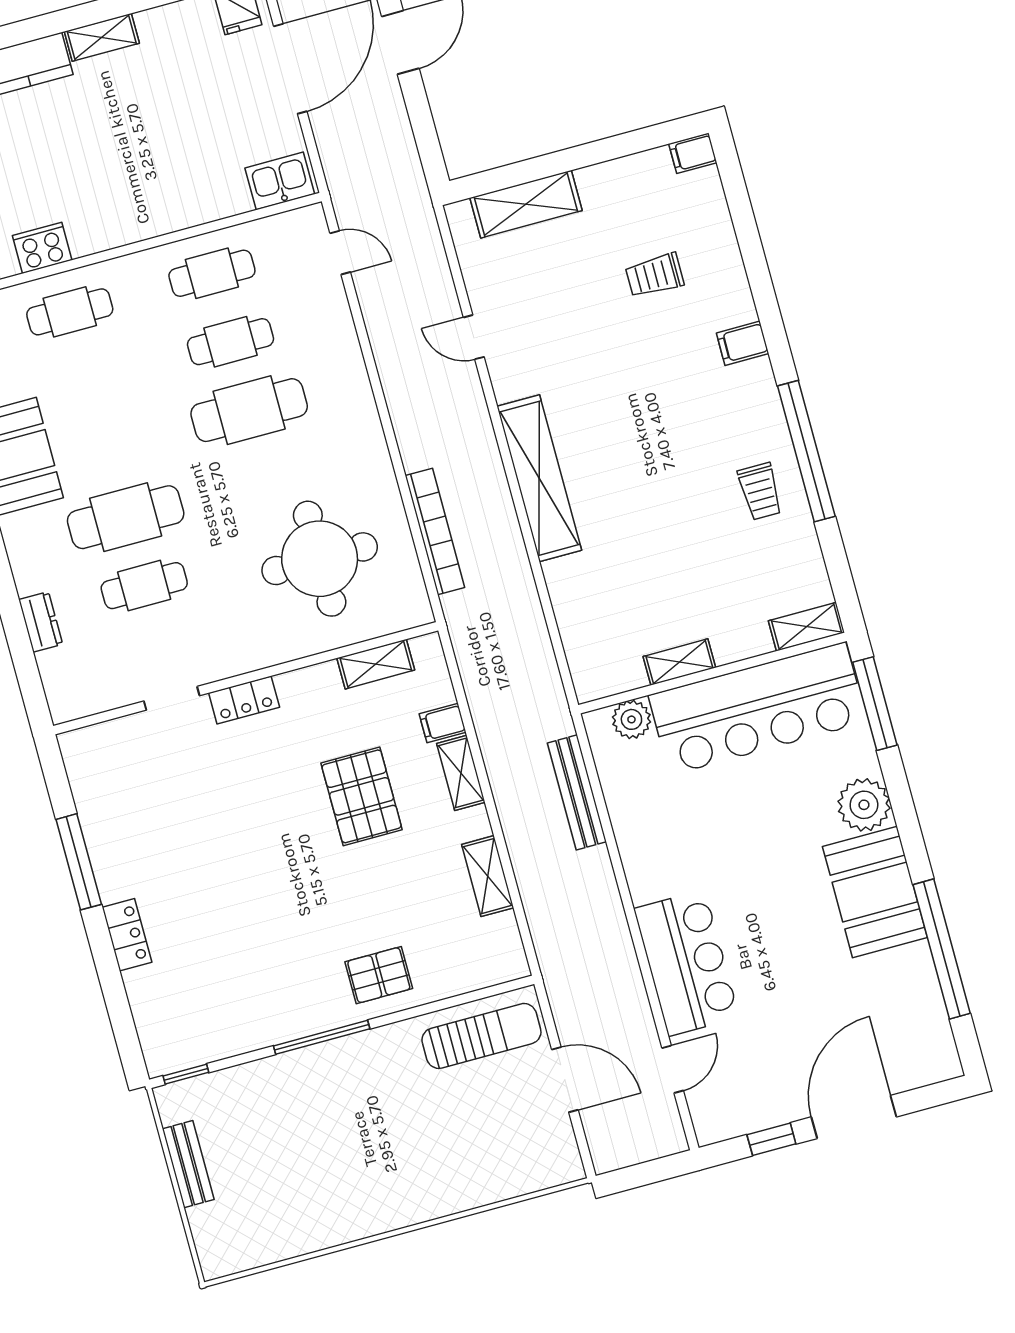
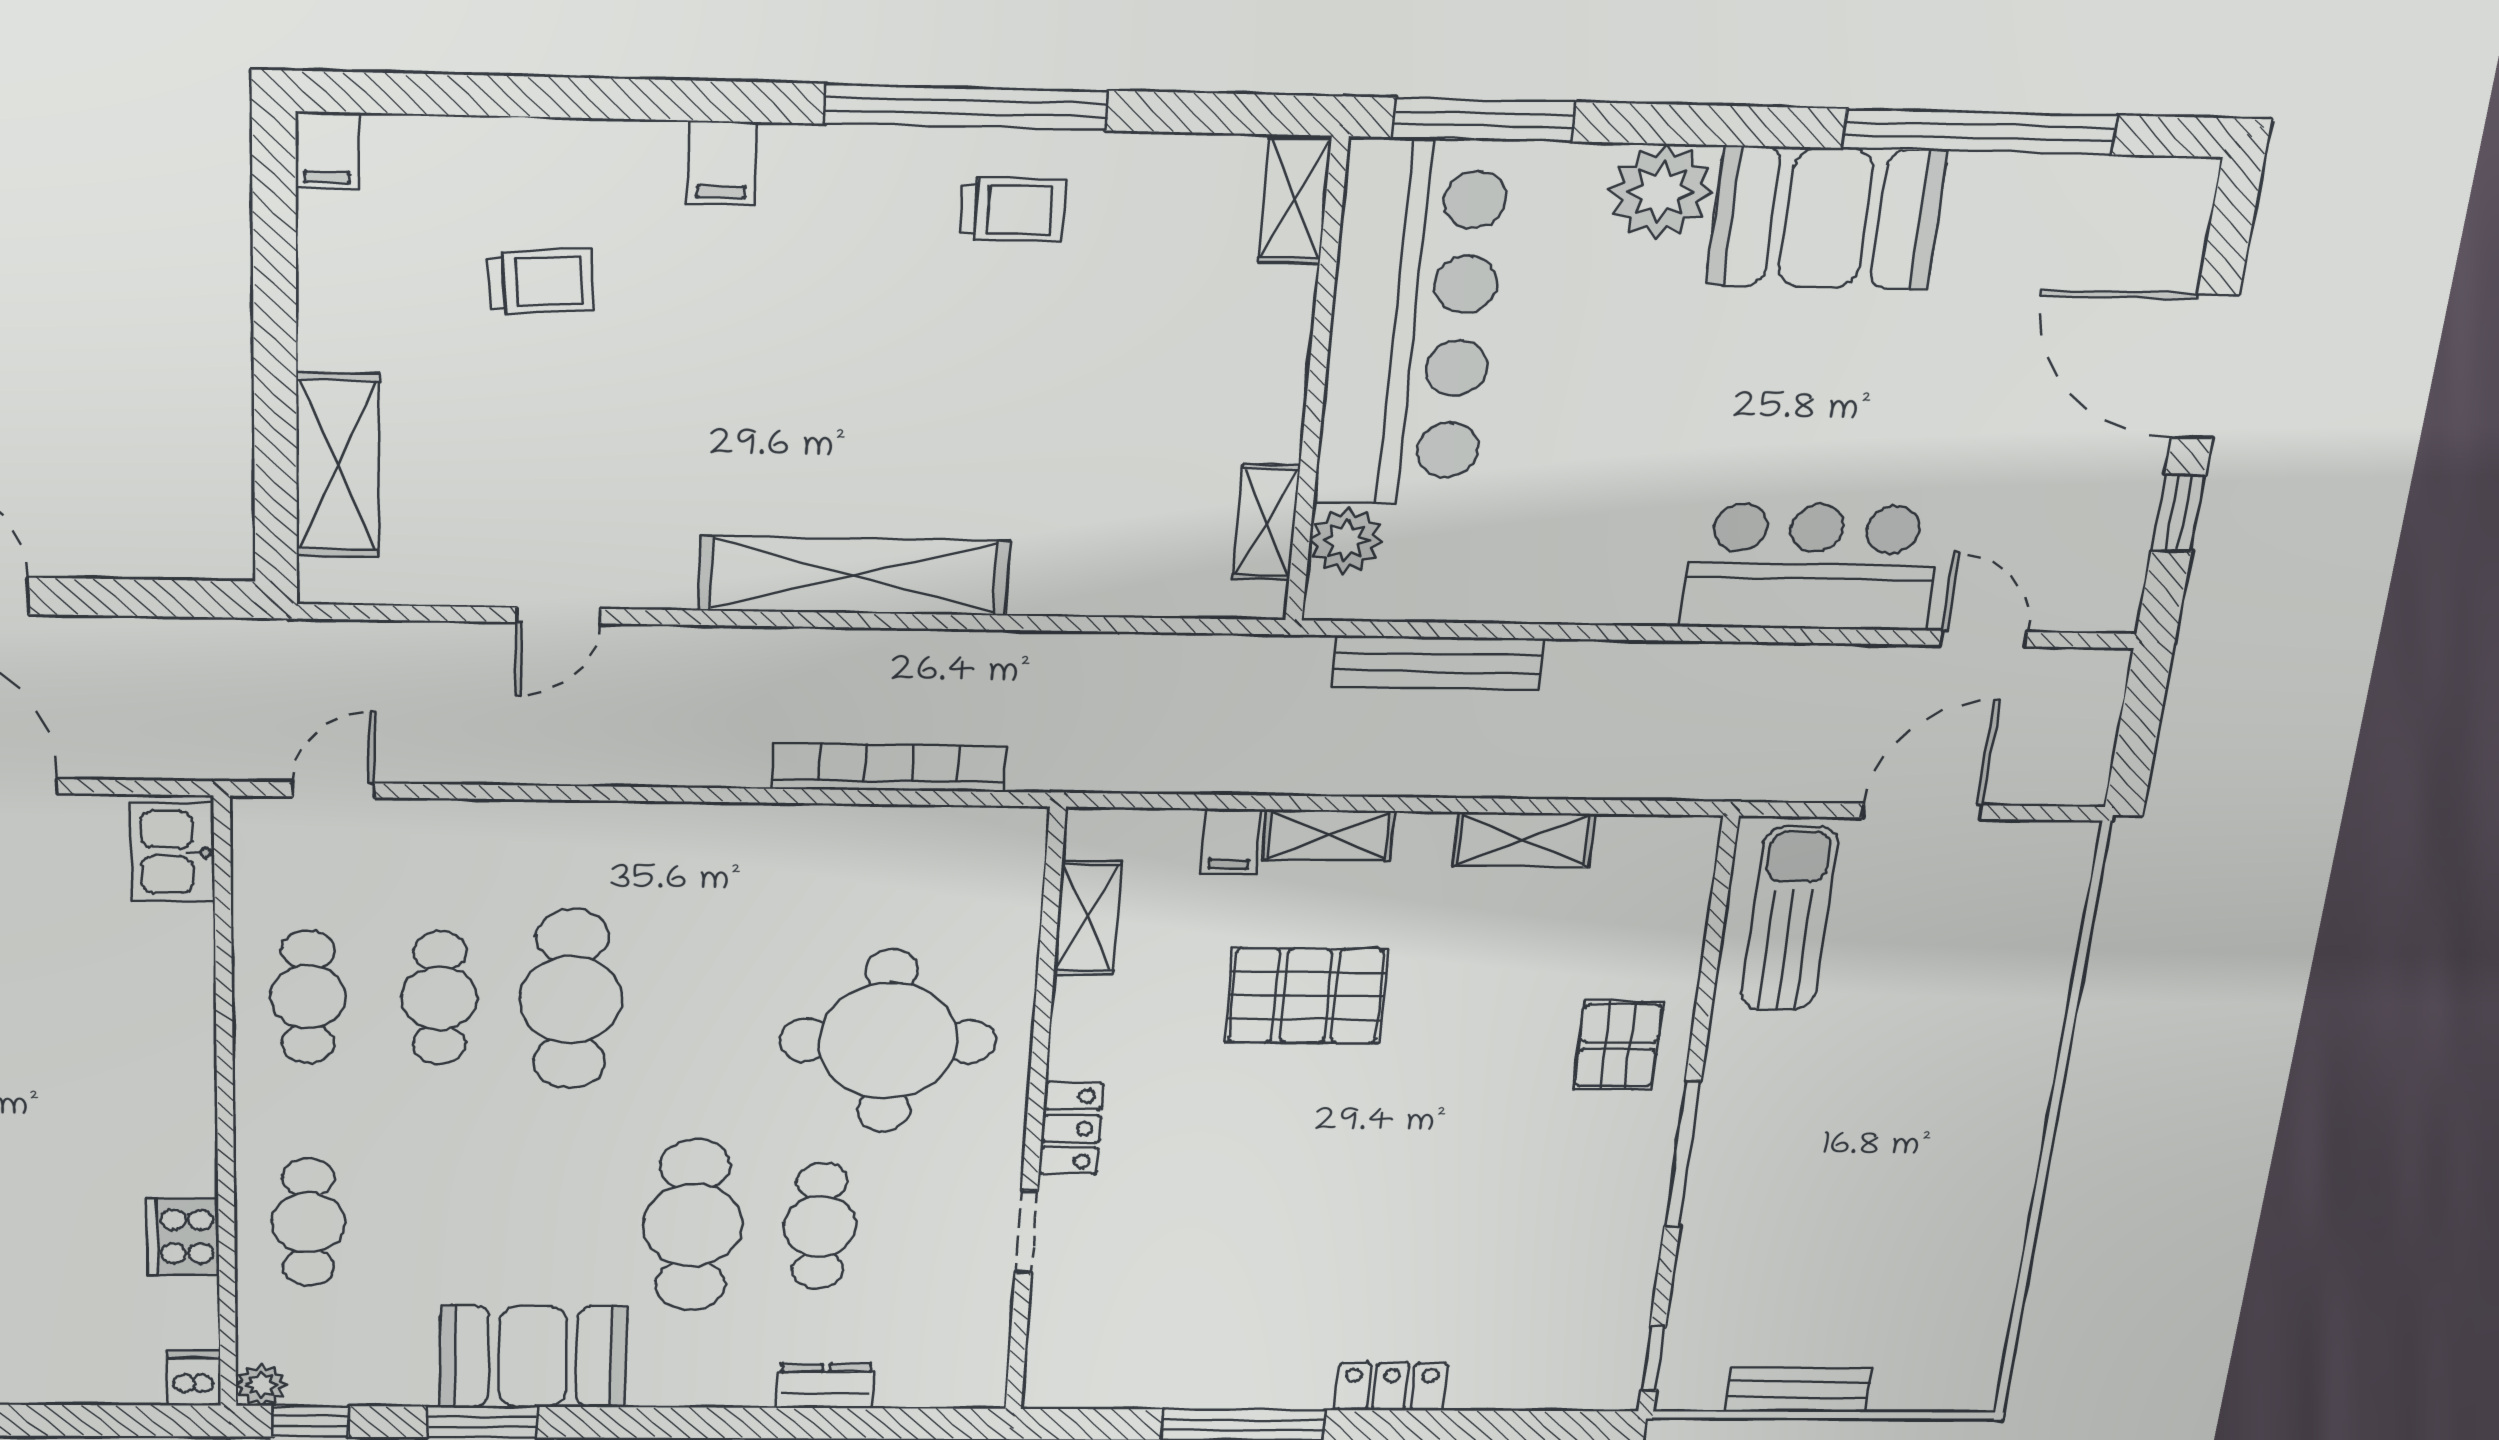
trolley: (655, 275) -> (542, 281), turned -94
round table: (320, 559) -> (888, 1041), moved
shelving: (679, 662) -> (1266, 522), moved

